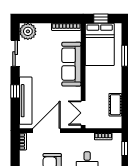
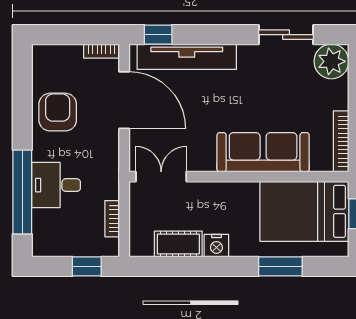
nightstand: (116, 86) -> (216, 246), added
window: (15, 91) -> (158, 35), moved

